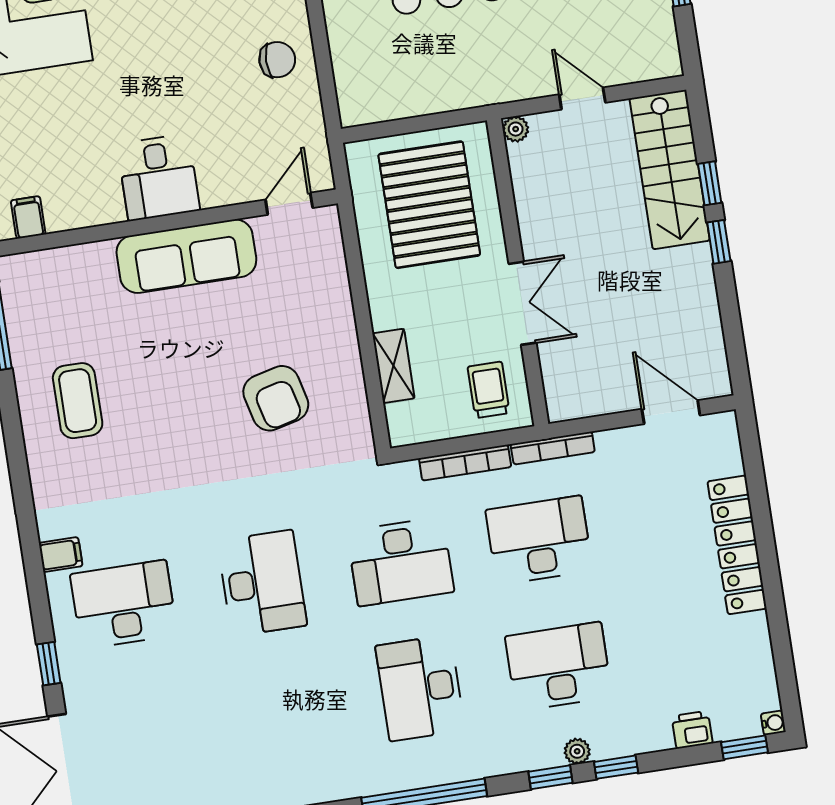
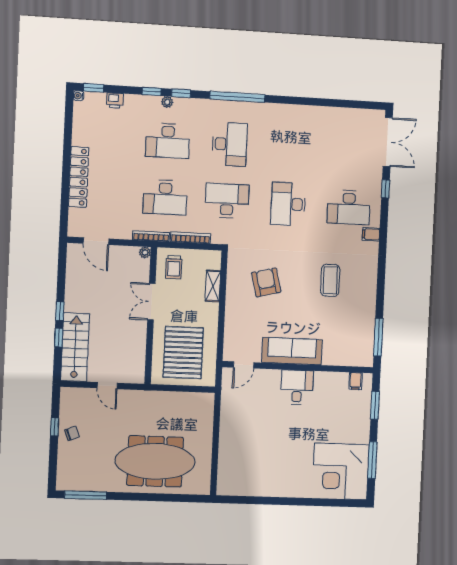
chair: (277, 60) -> (236, 428), removed
plant: (516, 129) -> (145, 252), moved
coffee table: (78, 401) -> (330, 280), moved

